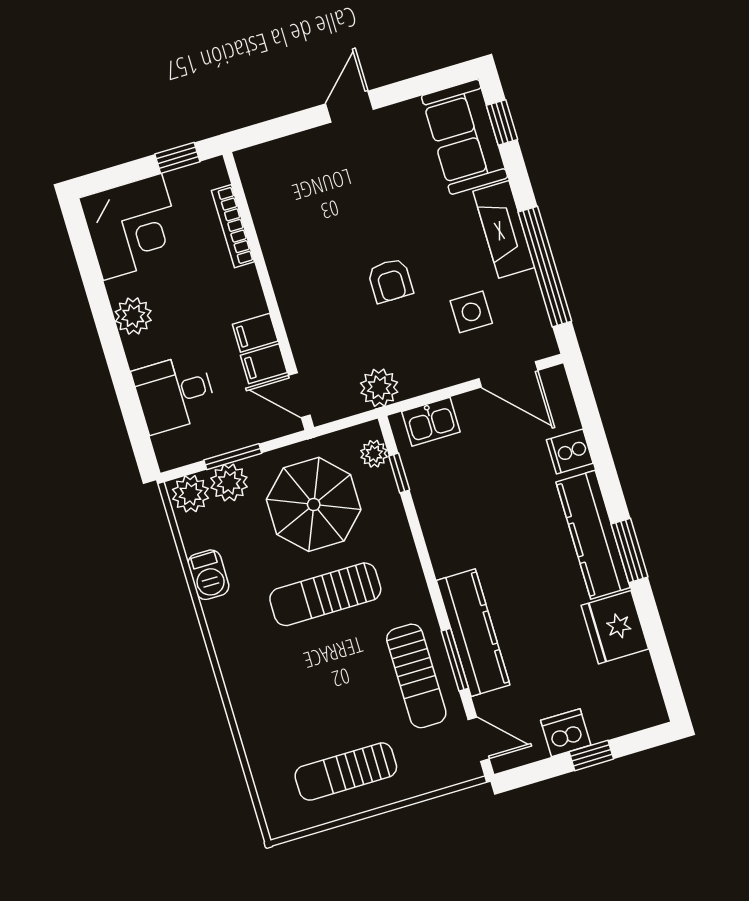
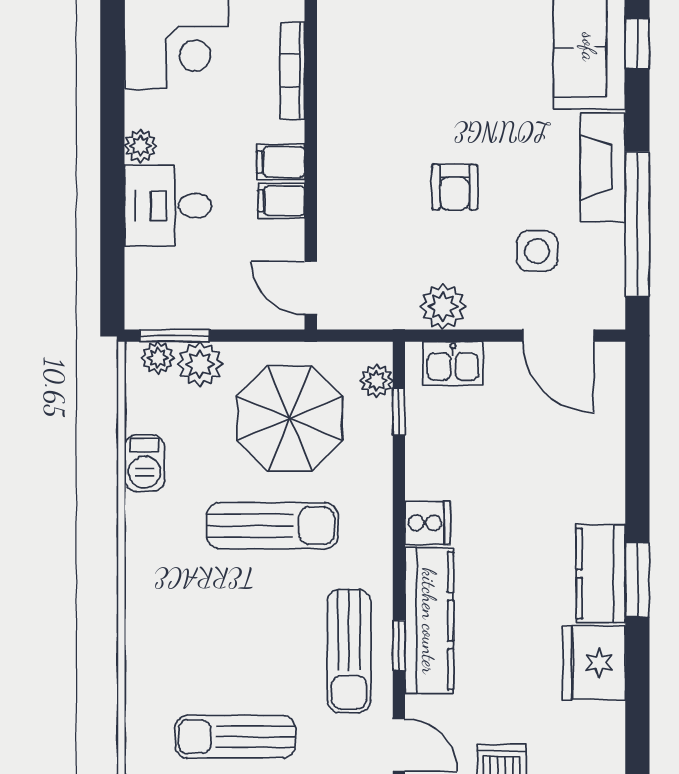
plant: (133, 316) -> (141, 146), width x0.73, depth x0.73
filing cabinet: (264, 364) -> (281, 162), moved
plant: (379, 388) -> (443, 307), moved
desk: (175, 393) -> (168, 206), moved
cooker: (570, 452) -> (428, 523), moved, turned 180
window: (233, 457) -> (175, 336), moved
plant: (191, 494) -> (158, 358), width x0.73, depth x0.73
kitchen counter: (593, 535) -> (601, 574), width x0.67
sun lounger: (325, 594) -> (272, 526), turned 180
window: (455, 660) -> (399, 645), width x0.67

